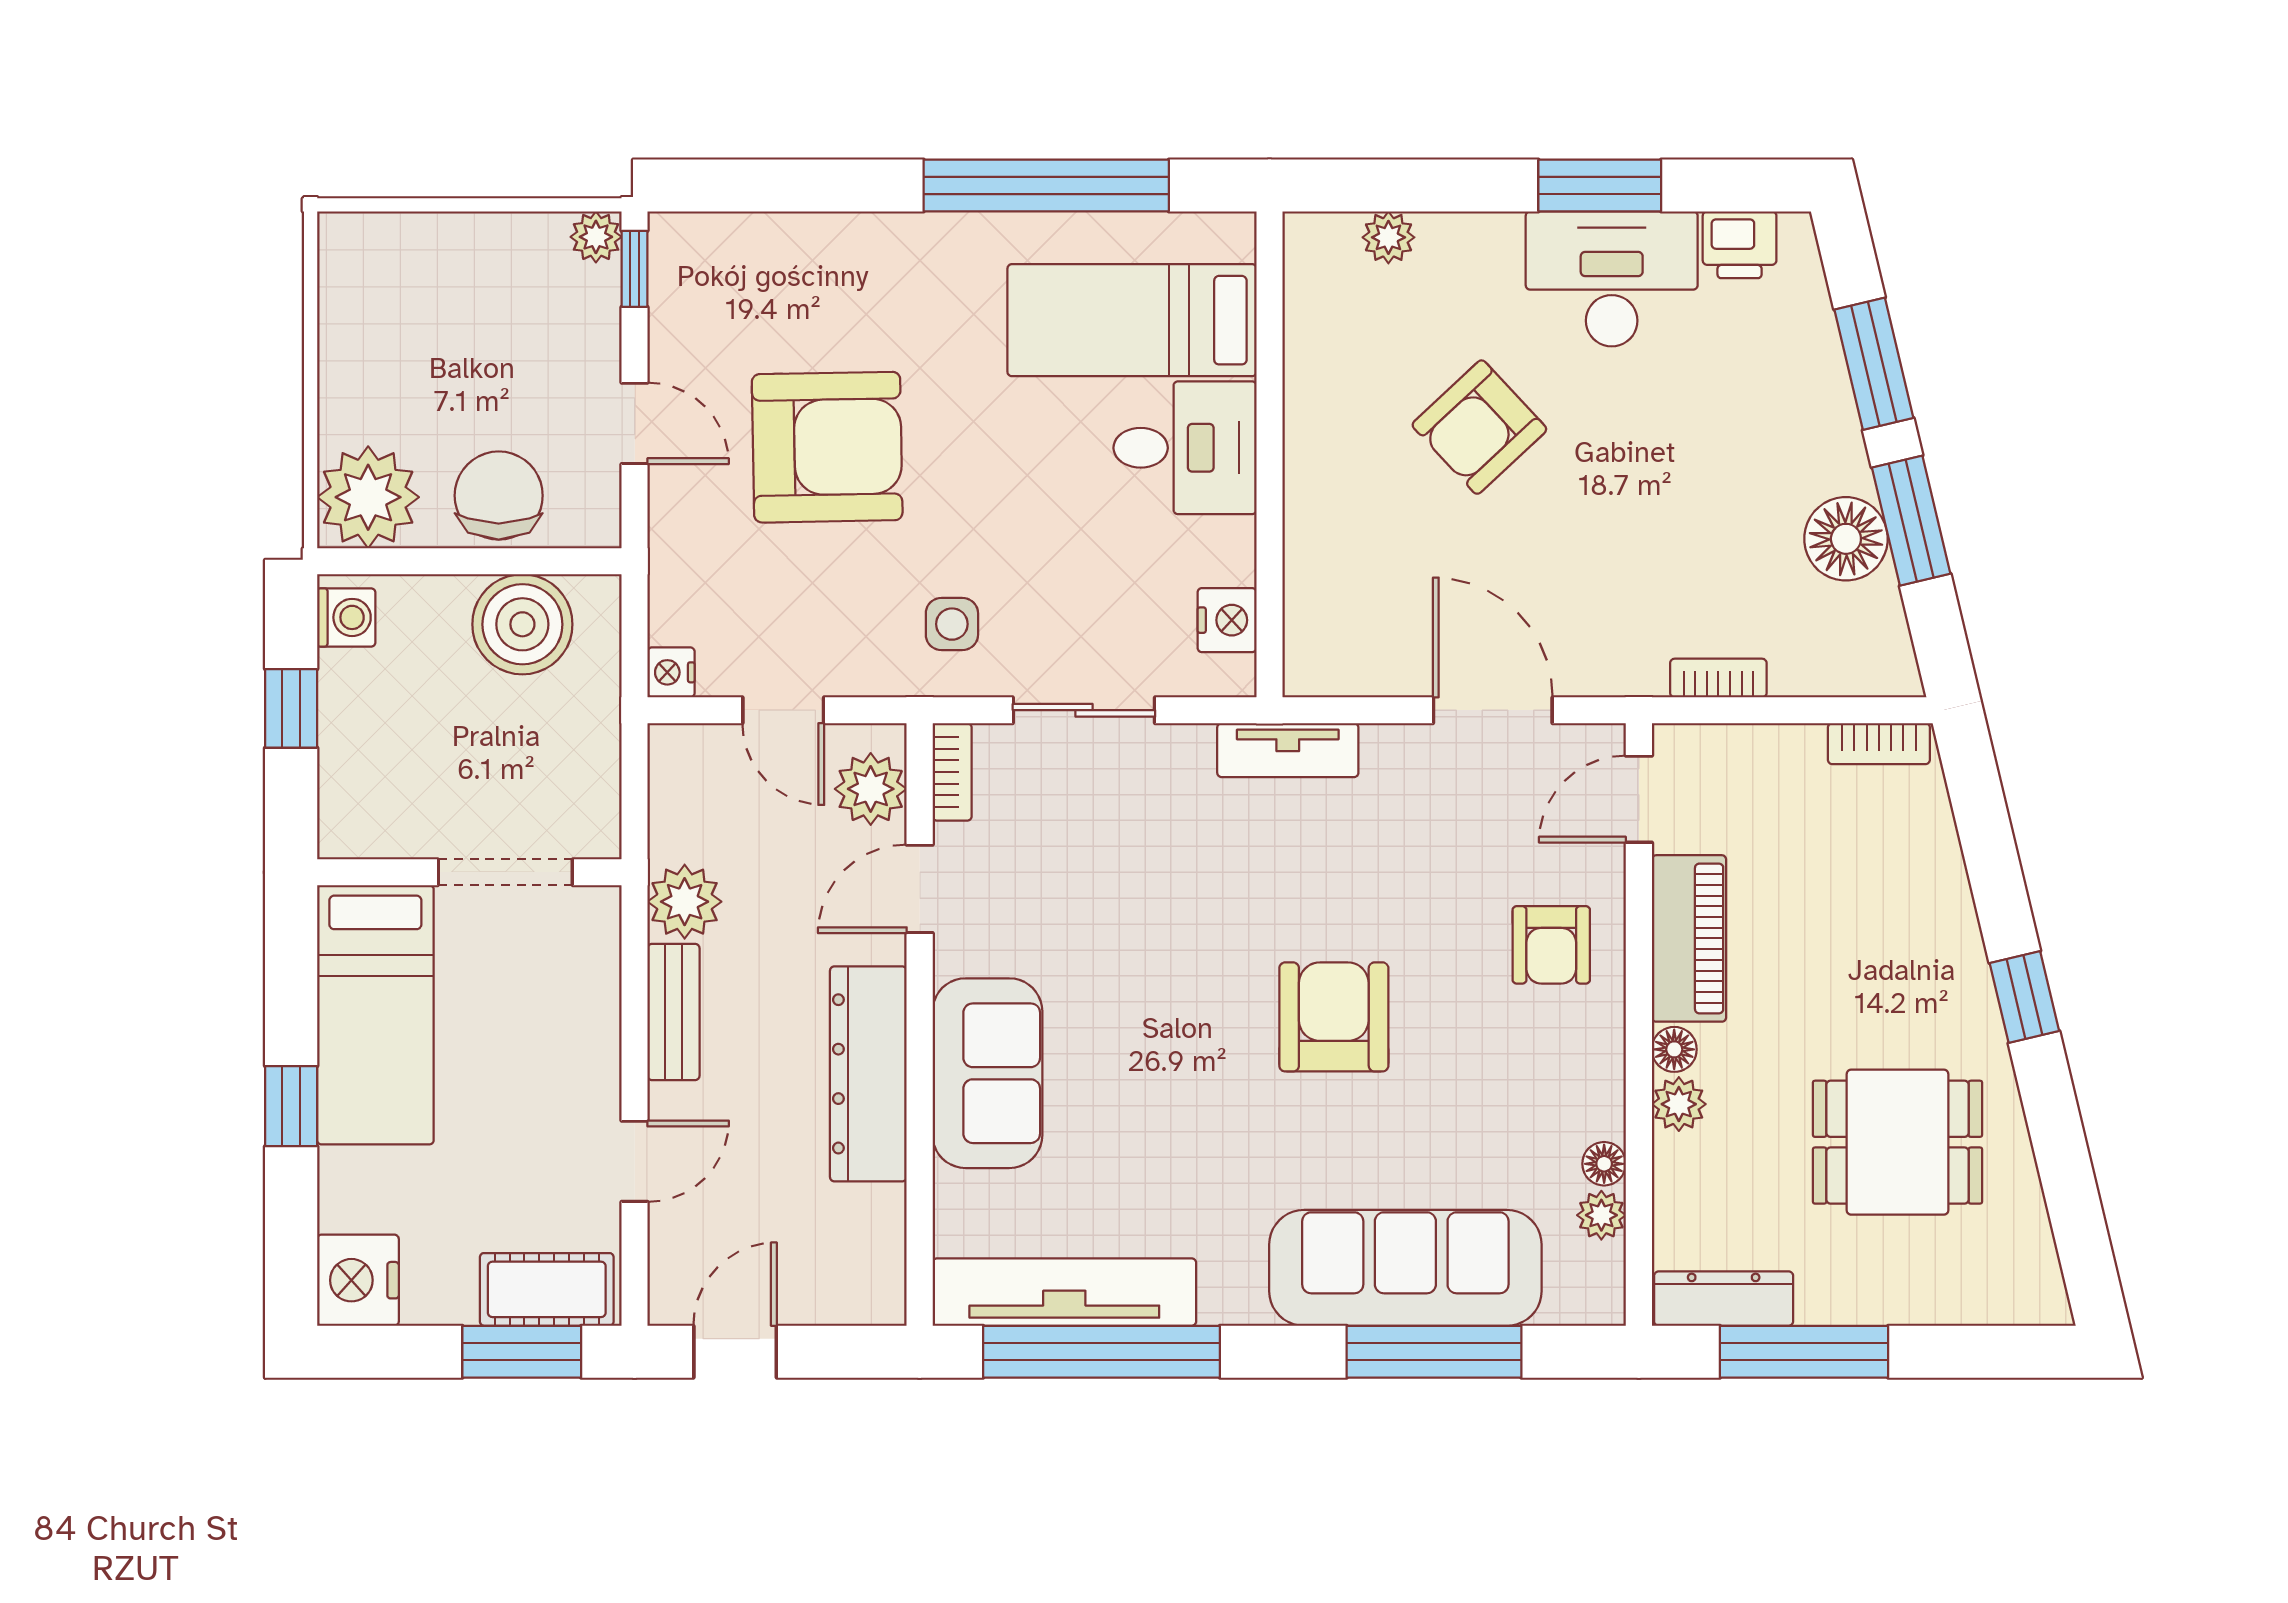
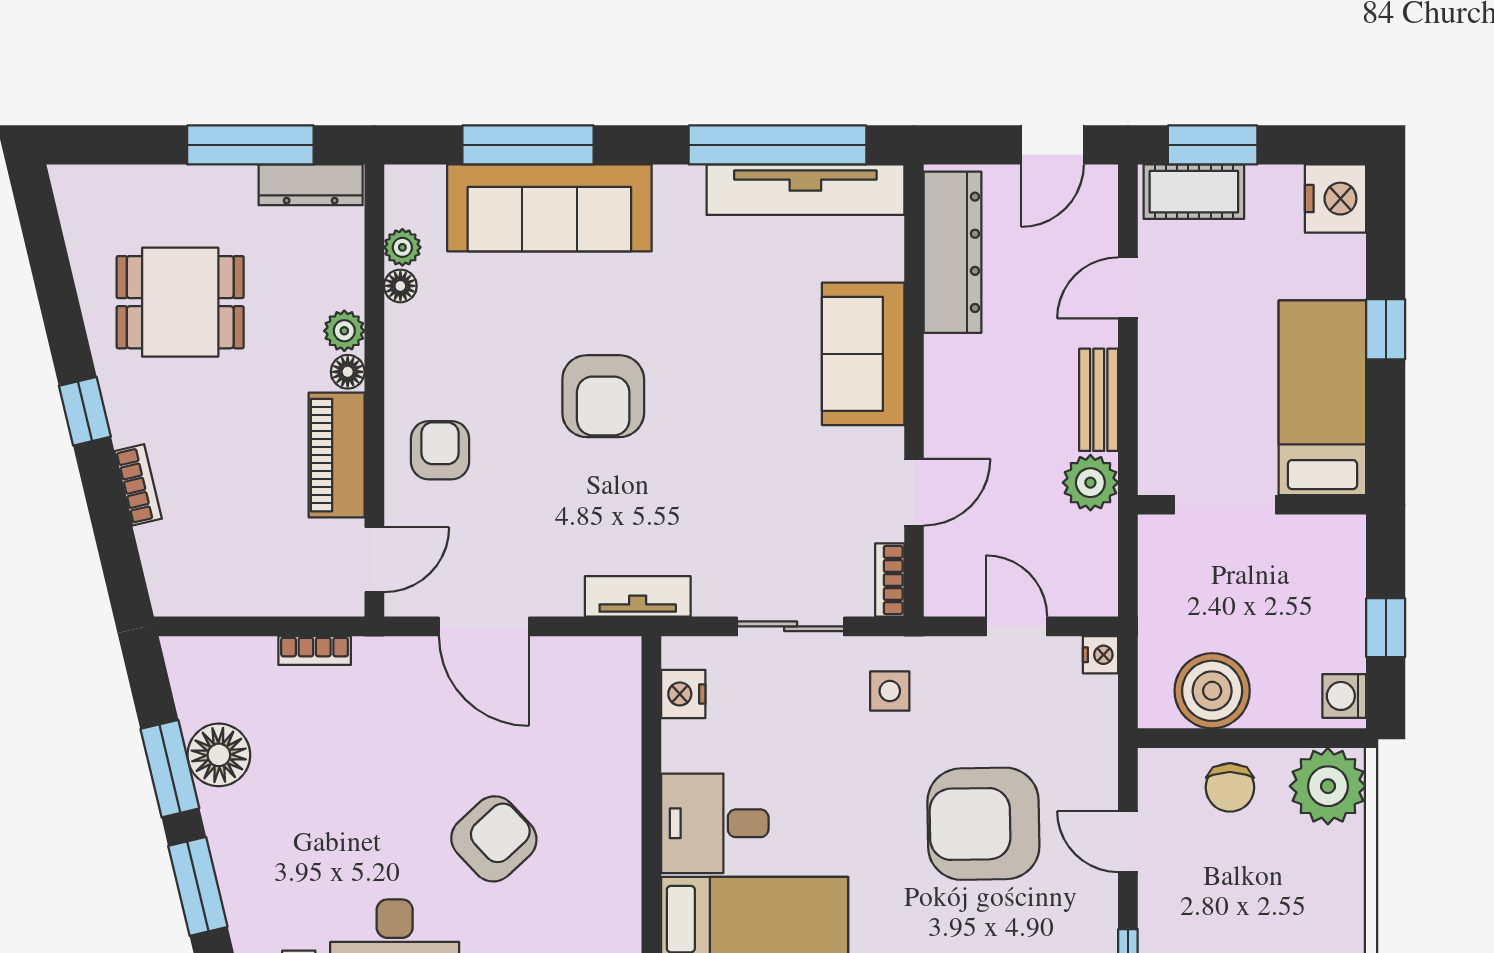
chair: (499, 496) -> (1230, 787), width x0.73, depth x0.73
bookcase: (1879, 744) -> (138, 485), moved, turned 77
plant: (871, 789) -> (951, 567), removed
dresser: (868, 1074) -> (953, 252), moved

